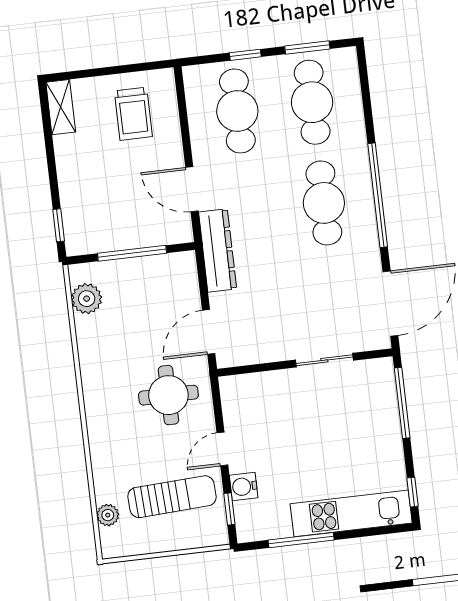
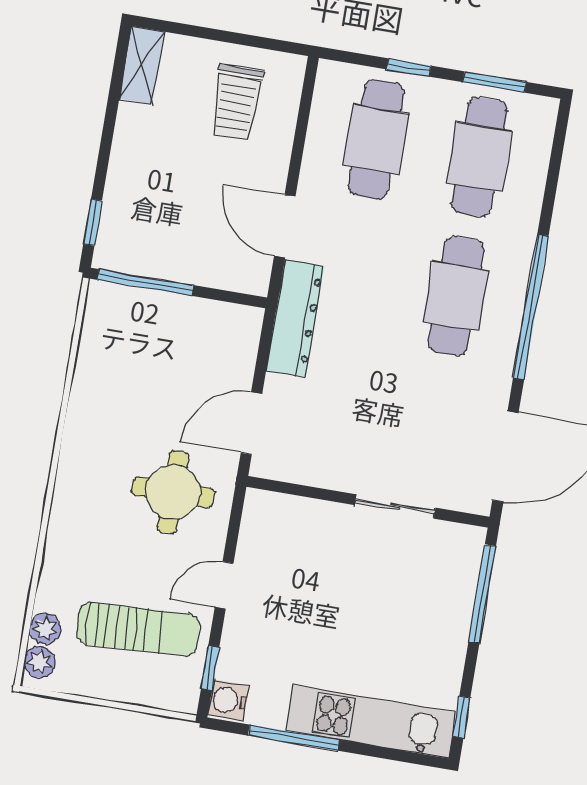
window: (132, 253) -> (145, 283), moved
plant: (87, 299) -> (40, 662), moved, width x0.73, depth x0.73
water cooler: (244, 486) -> (228, 700), moved

